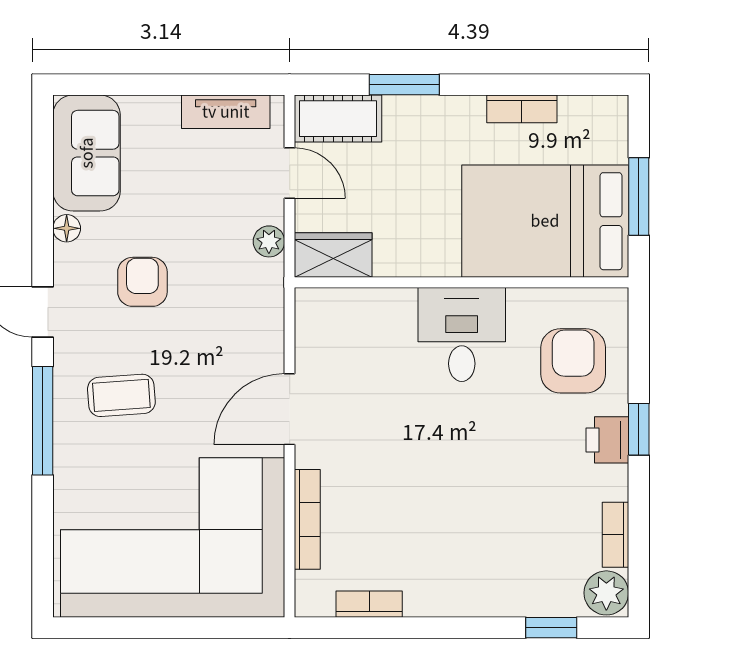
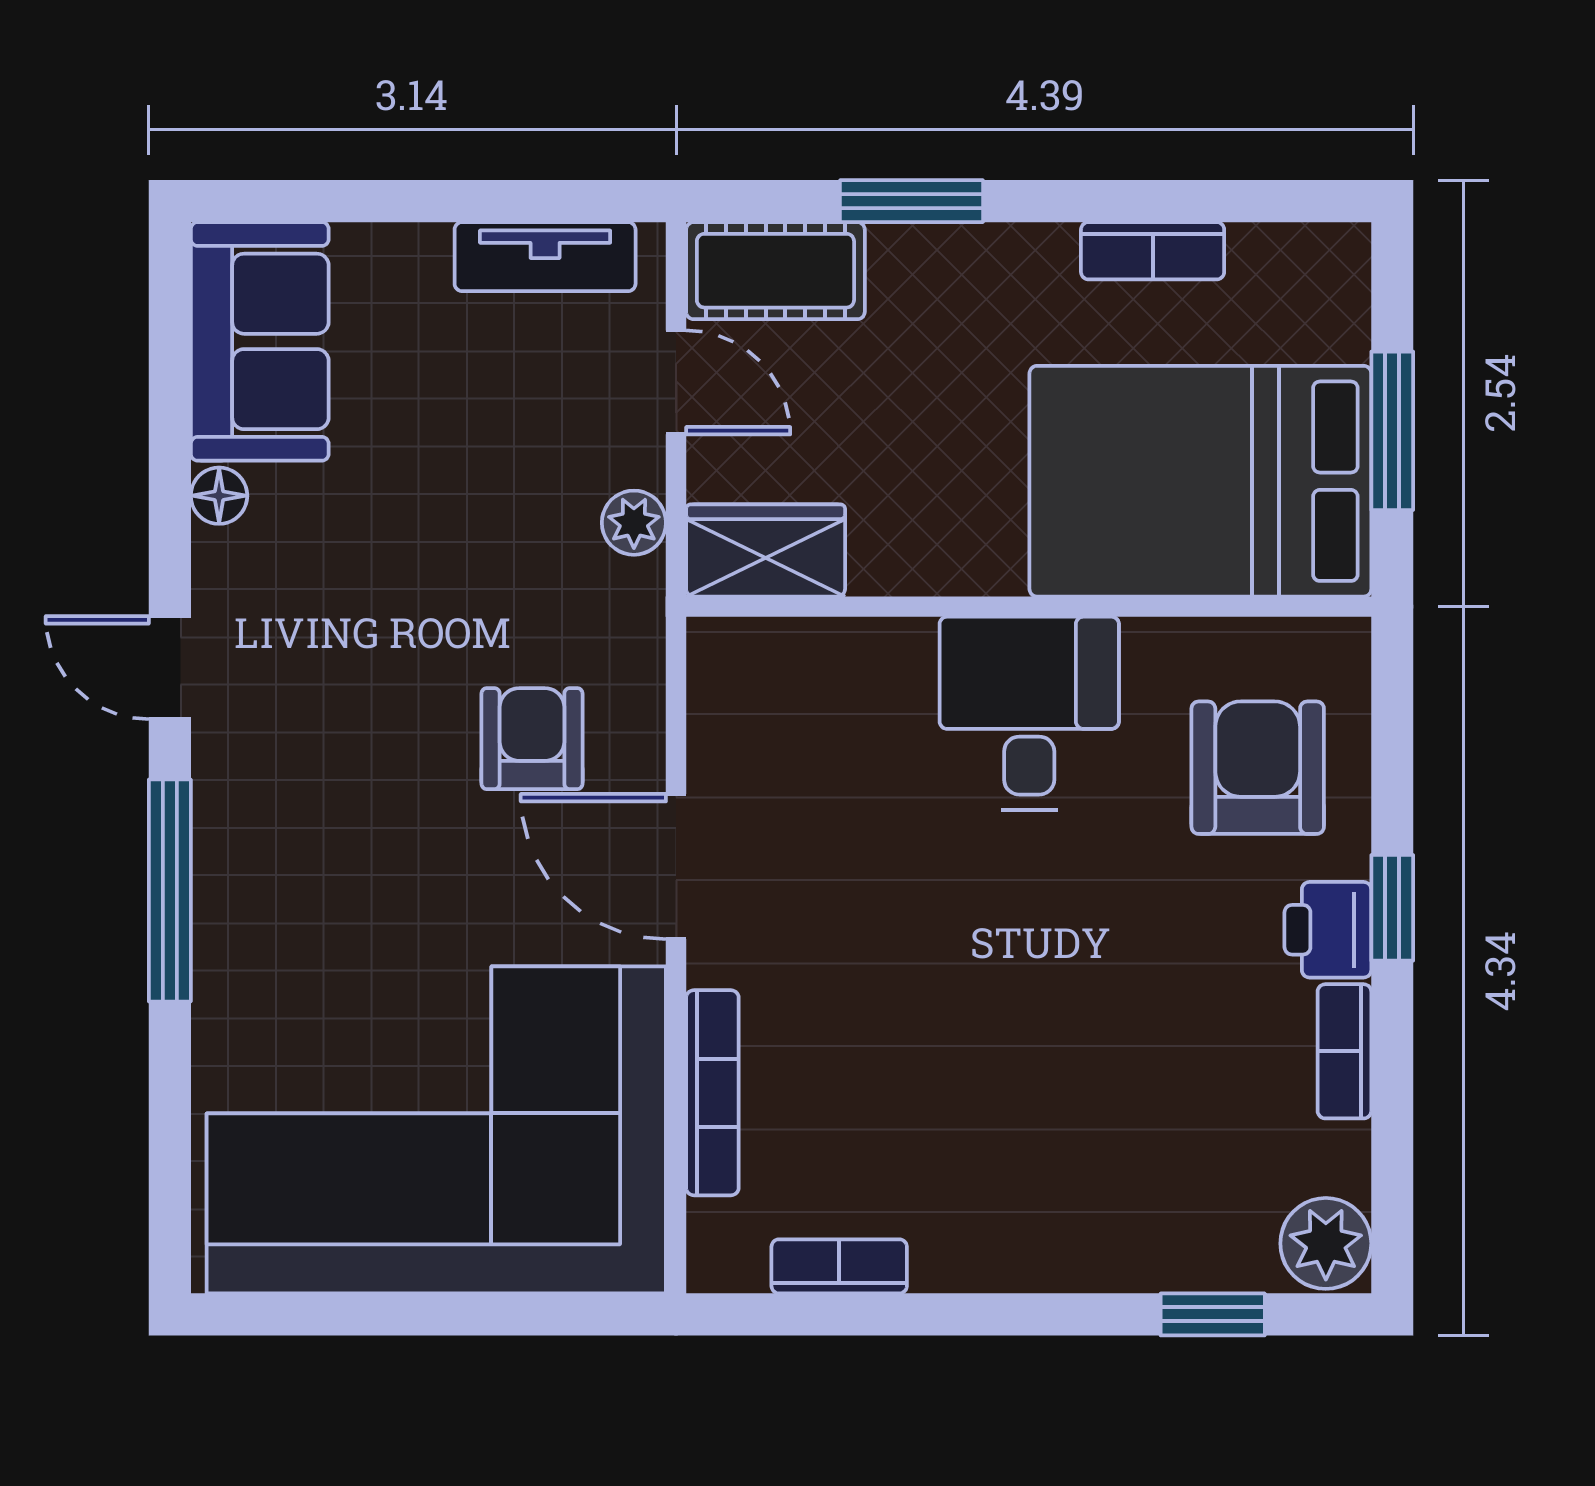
armchair: (142, 282) -> (532, 739), moved
coffee table: (121, 395) -> (331, 839), removed
door: (290, 409) -> (676, 867), hinge flipped
bookcase: (615, 535) -> (1344, 1051), moved

